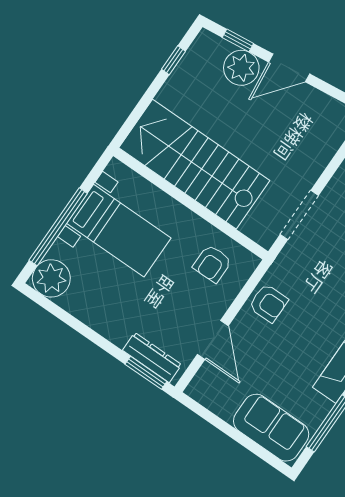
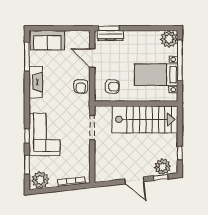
plant: (241, 68) -> (163, 167), moved
door: (289, 68) -> (134, 180), swing flipped
armchair: (212, 264) -> (112, 87), turned 93
armchair: (268, 303) -> (81, 86), turned -90

